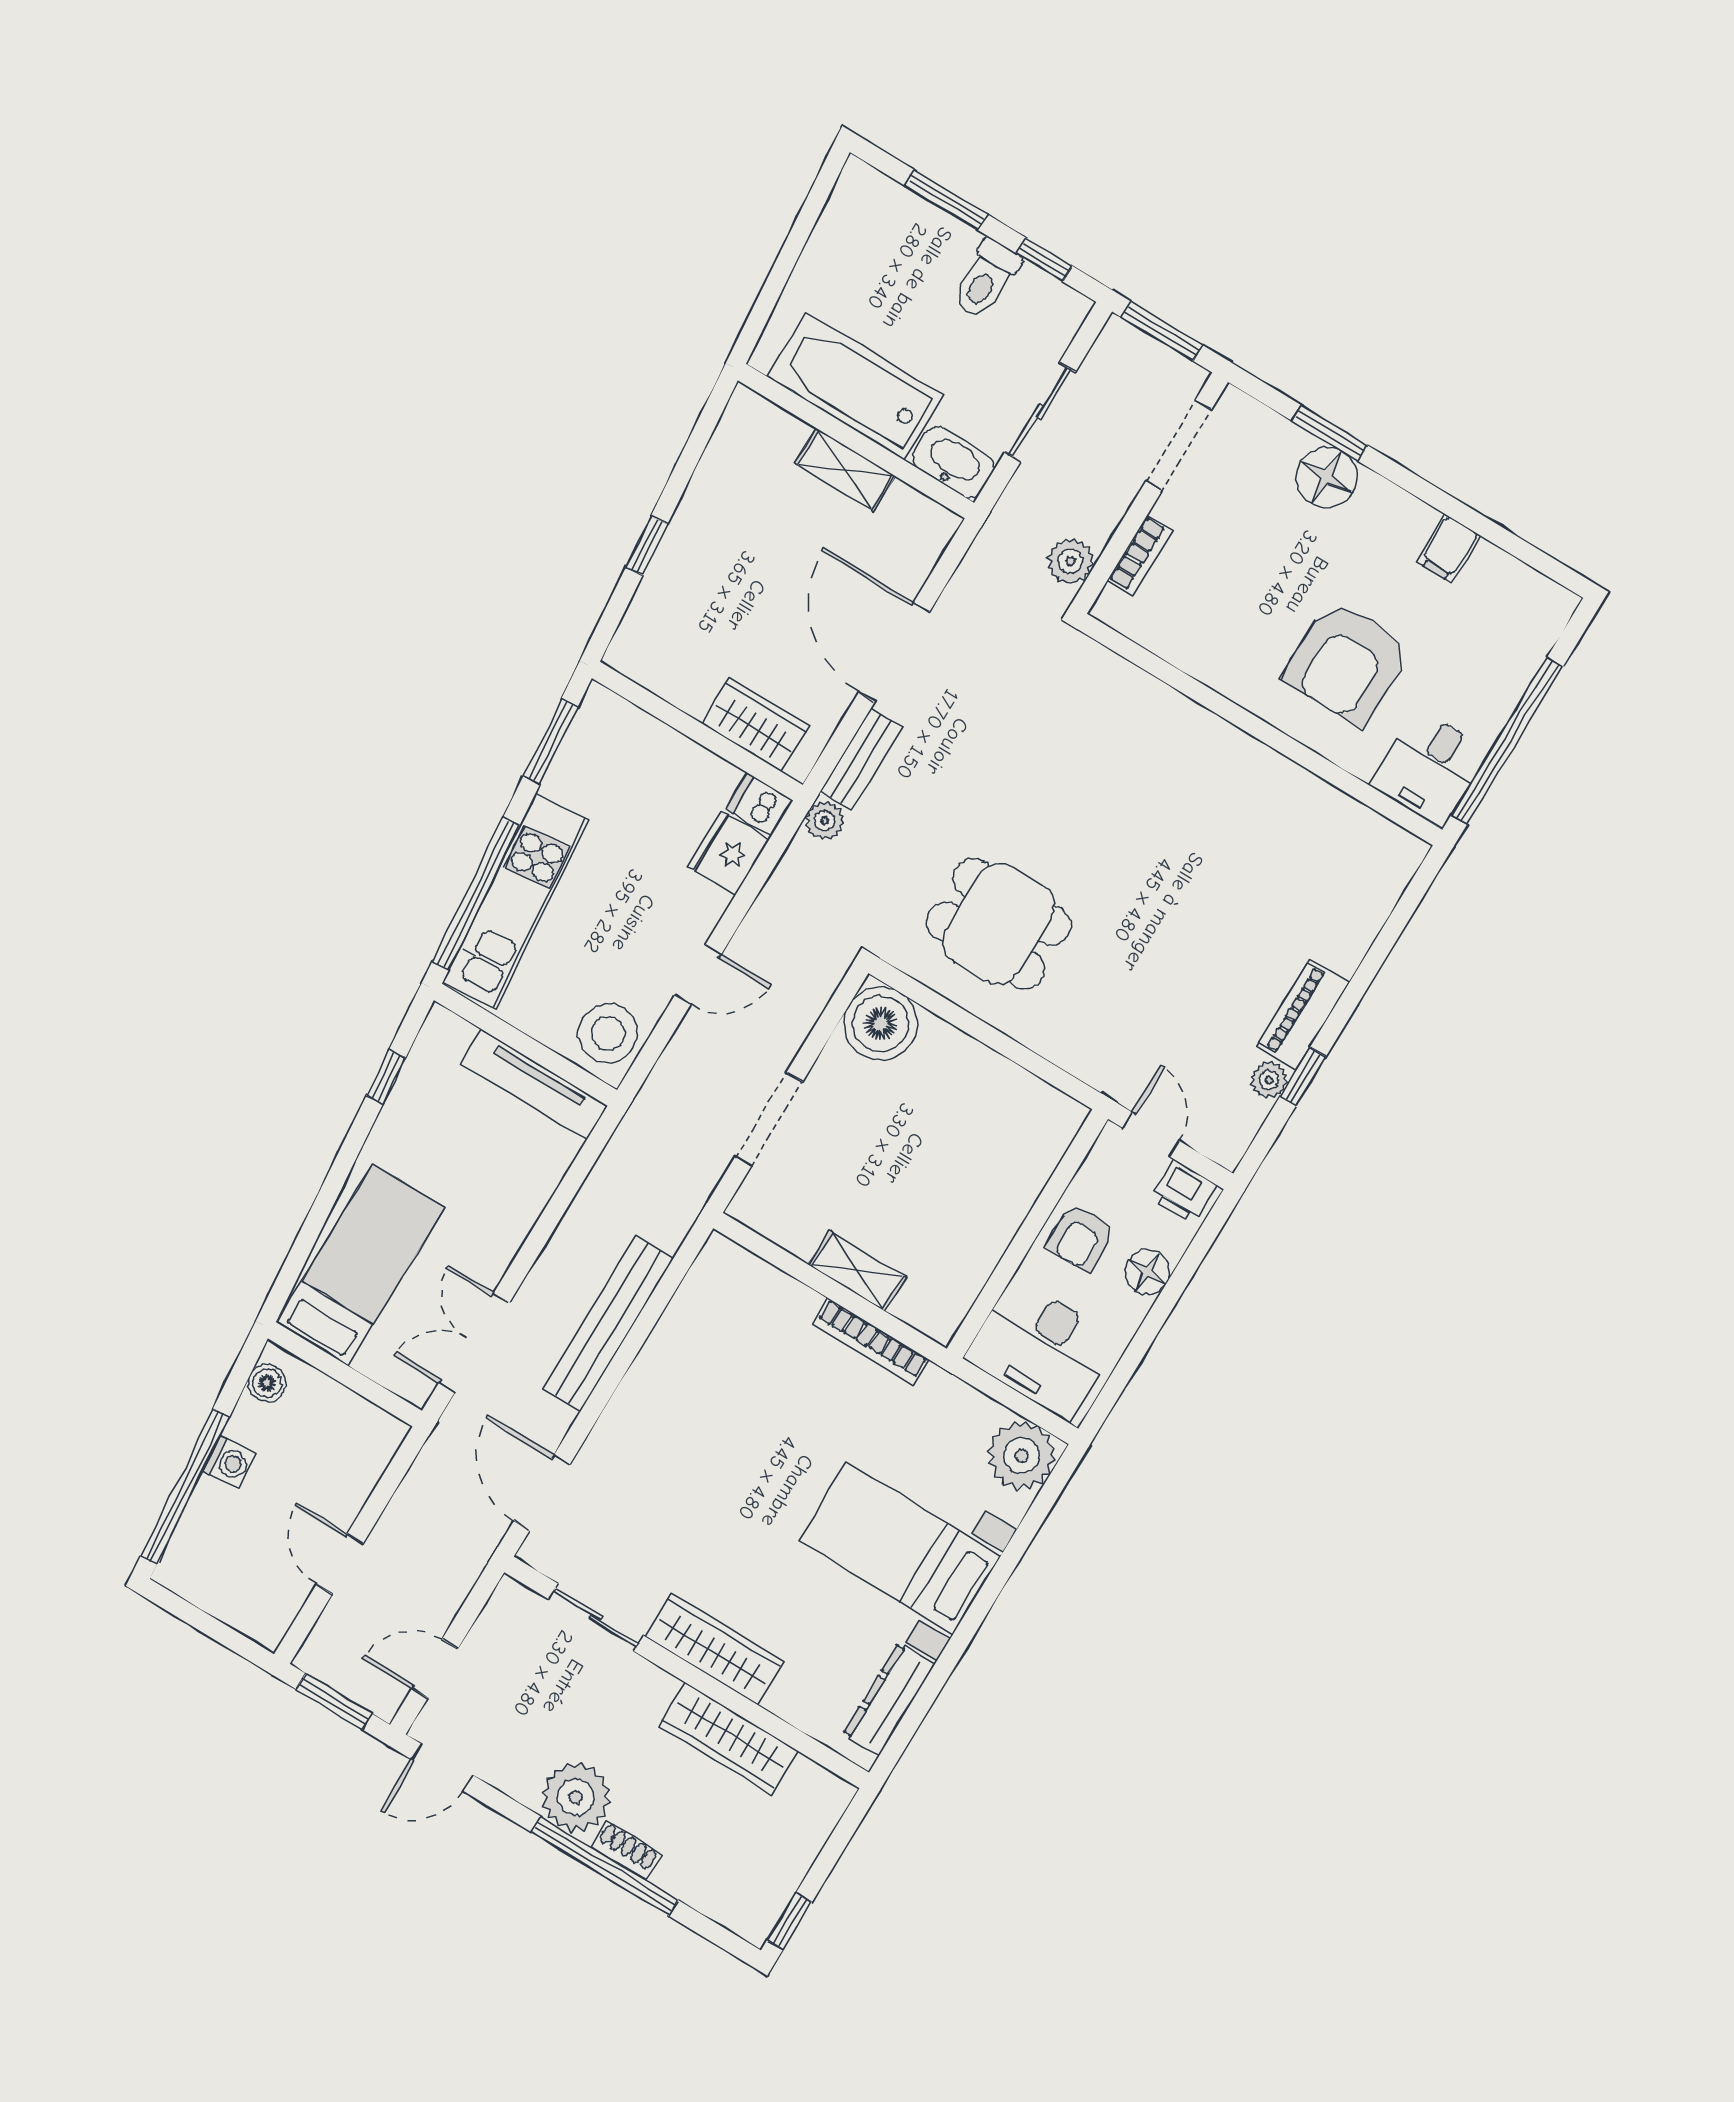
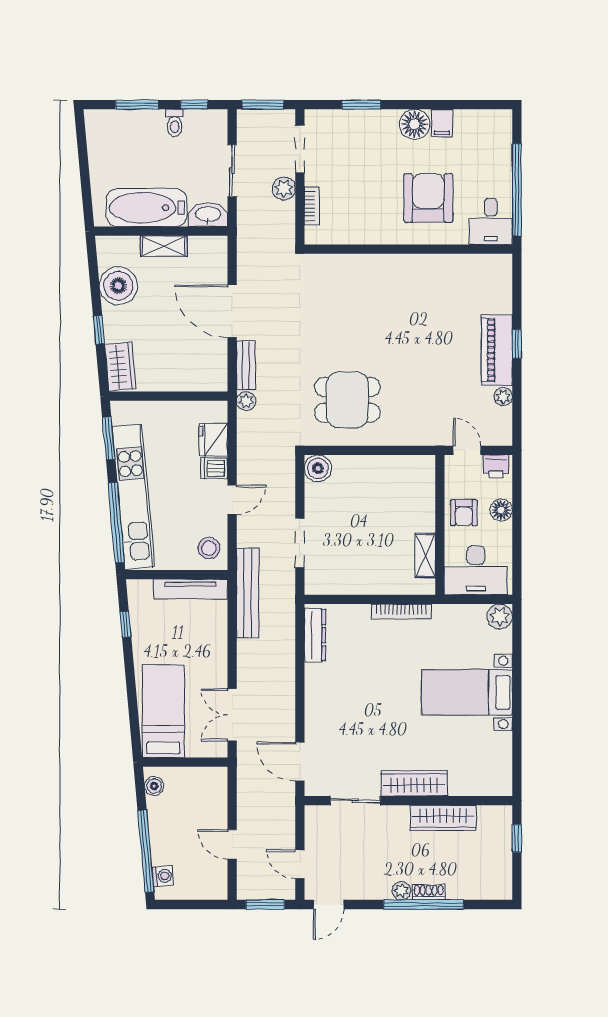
toilet: (986, 279) -> (175, 123), width x0.73, depth x0.72
floor lamp: (1327, 477) -> (415, 124), moved
boiler: (726, 491) -> (118, 286), added
plant: (1070, 561) -> (284, 188), moved
armchair: (1347, 663) -> (428, 198), turned 180
wardrobe: (755, 724) -> (120, 367), moved, turned 85
dishwasher: (759, 804) -> (214, 468), moved
kitchen unit: (515, 901) -> (133, 497), width x1.36
piano: (1303, 1014) -> (497, 350), width x1.37, depth x1.33
boiler: (881, 1024) -> (318, 468), width x0.73, depth x0.73
stool: (608, 1033) -> (209, 548), width x0.73, depth x0.73
window: (1303, 1076) -> (517, 344), moved
shelving: (857, 1271) -> (425, 556), moved, turned 90
bench: (608, 1324) -> (248, 593), moved
plant: (1022, 1456) -> (500, 617), width x0.73, depth x0.73
washing machine: (229, 1462) -> (163, 876), moved
door: (435, 1669) -> (300, 864), hinge flipped
dresser: (889, 1699) -> (315, 635), moved, turned 180
plant: (576, 1797) -> (401, 891), width x0.53, depth x0.53
window: (789, 1921) -> (517, 838), moved

